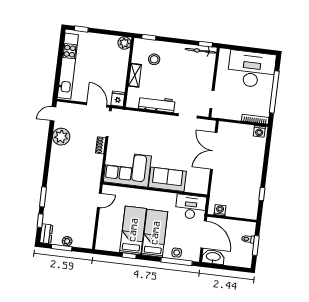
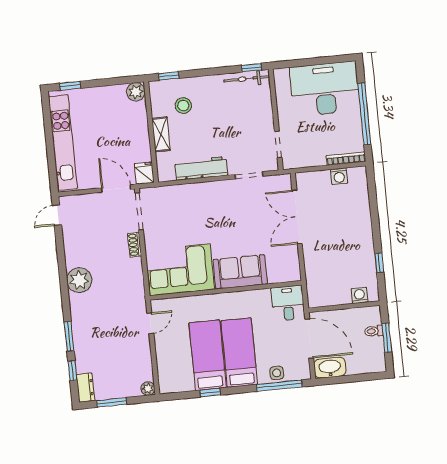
washing machine: (259, 131) -> (339, 176), moved
plant: (61, 137) -> (79, 280), moved
desk: (191, 207) -> (288, 303), width x0.73
washing machine: (220, 210) -> (359, 295), moved
plant: (67, 241) -> (148, 389), moved

